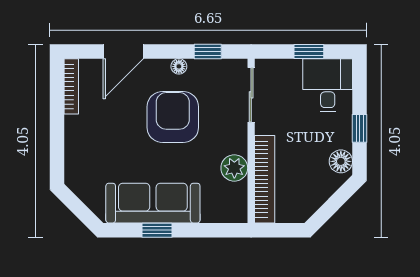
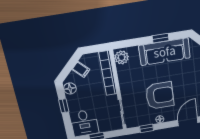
armchair: (173, 117) -> (160, 96), turned -90
plant: (234, 168) -> (122, 57), moved
filing cabinet: (313, 195) -> (81, 69), added

